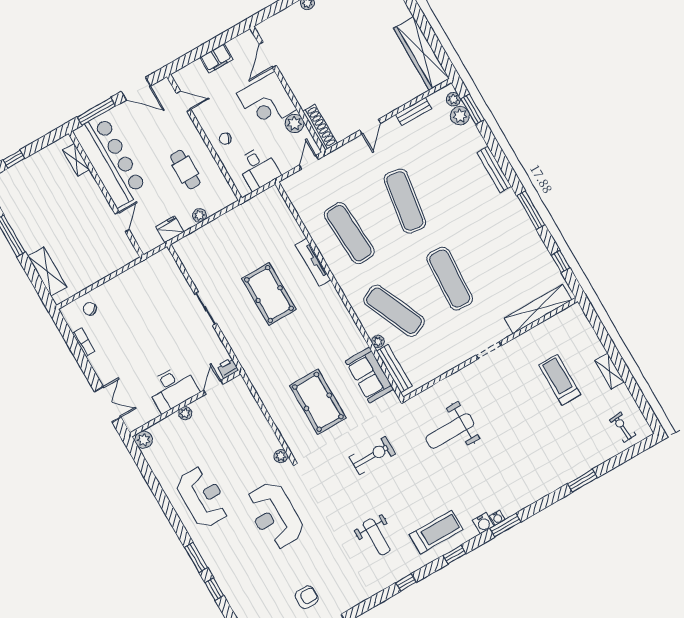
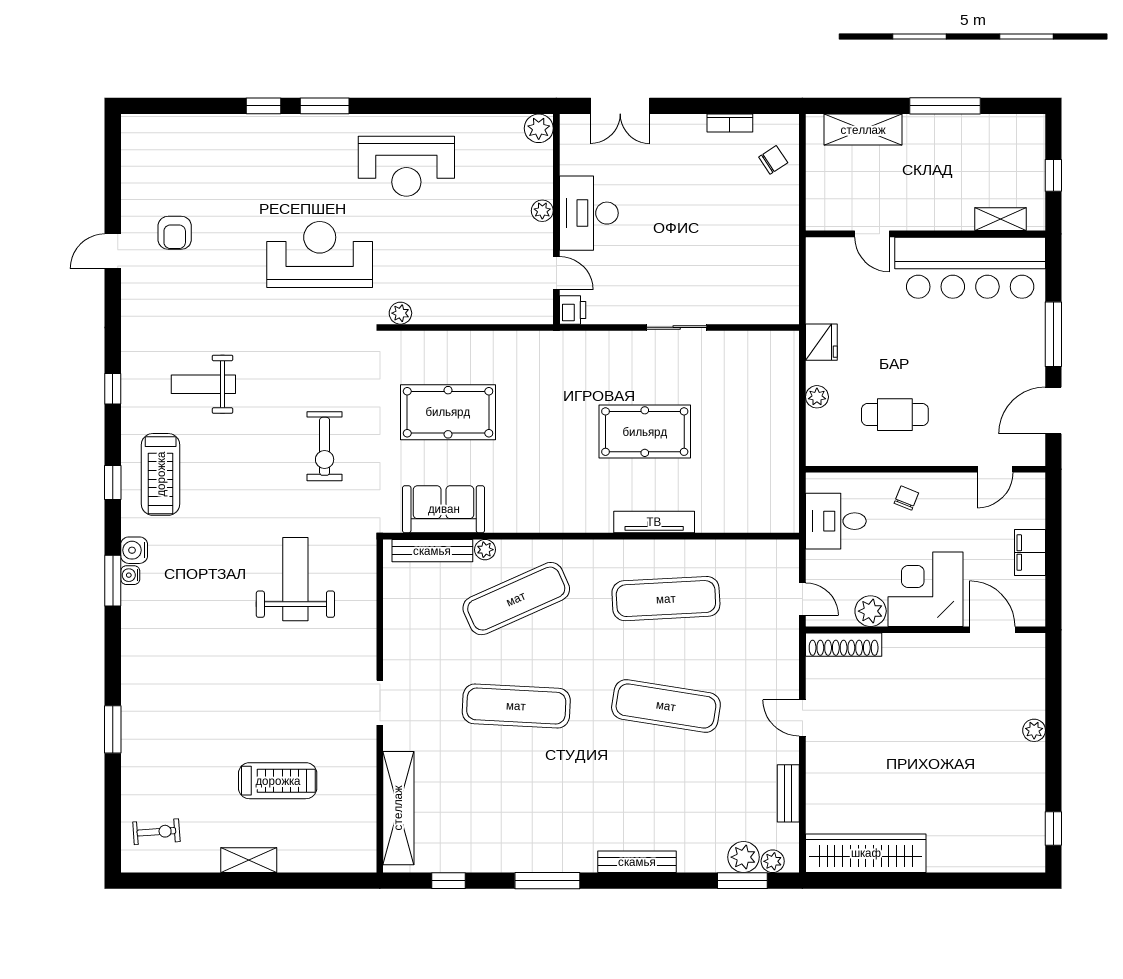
shelving: (76, 160) -> (1000, 219), moved
bar counter: (110, 161) -> (970, 268), moved
wall: (106, 194) -> (925, 234), moved
door: (122, 222) -> (872, 234), moved

